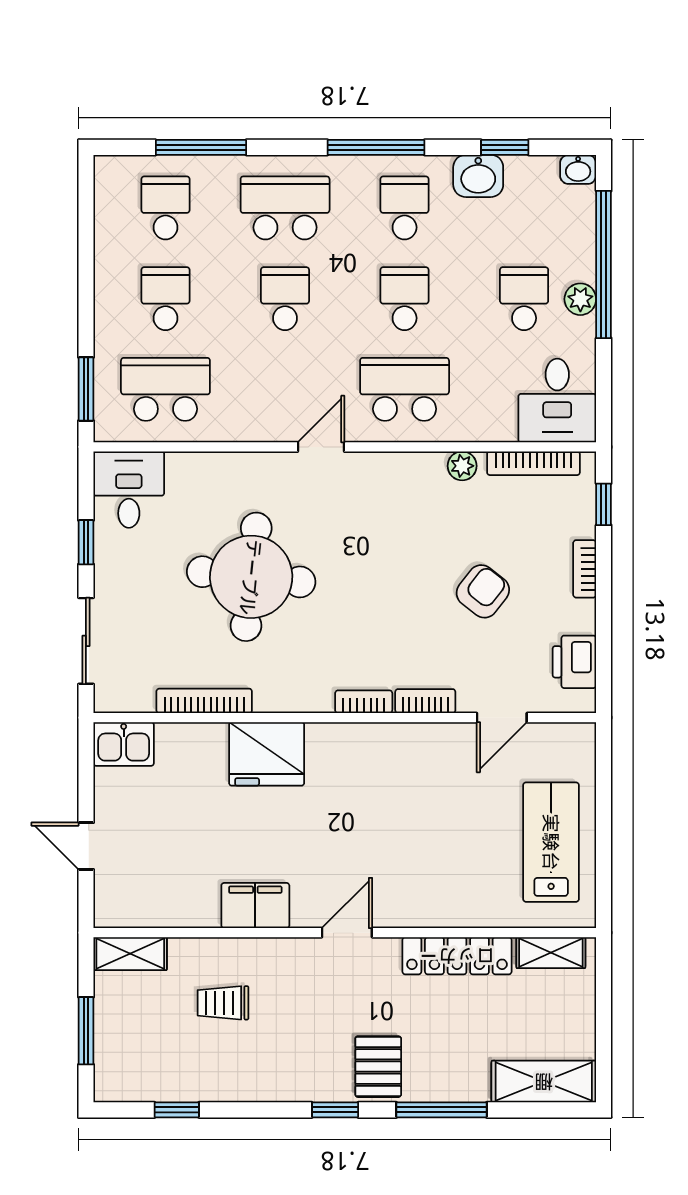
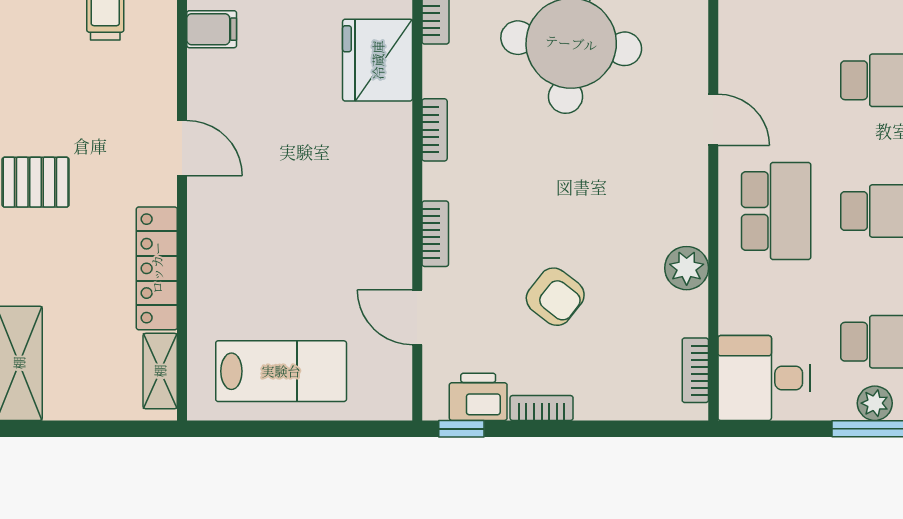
bookcase: (533, 463) -> (695, 370), width x0.64
plant: (462, 466) -> (687, 268), width x1.38, depth x1.38
window: (604, 504) -> (461, 429), moved
bookcase: (585, 569) -> (542, 408), moved
bookcase: (364, 702) -> (435, 130), moved
filing cabinet: (255, 906) -> (212, 29), width x0.50

